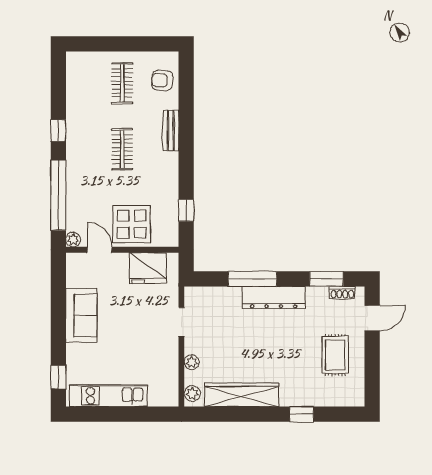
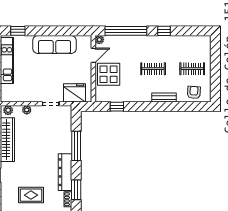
fridge: (148, 268) -> (75, 93), moved, turned 90
dresser: (274, 298) -> (65, 172), moved
sofa: (81, 315) -> (54, 44), width x1.36

